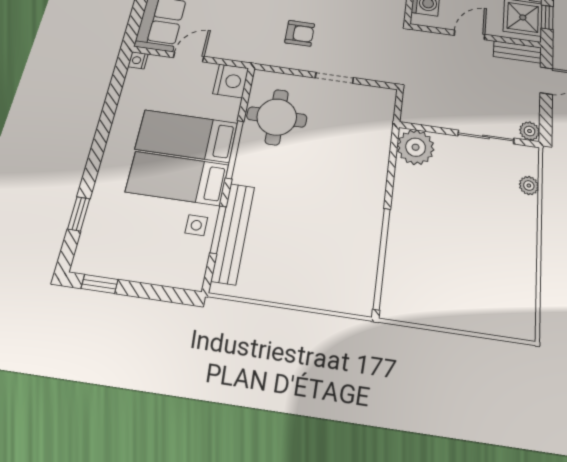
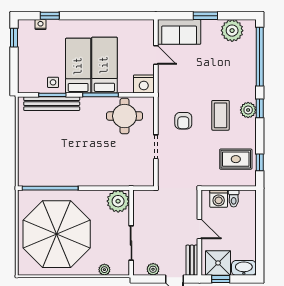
nightstand: (138, 60) -> (41, 25), moved
plant: (530, 131) -> (153, 269), moved
parasol: (464, 258) -> (57, 234), added

